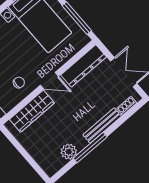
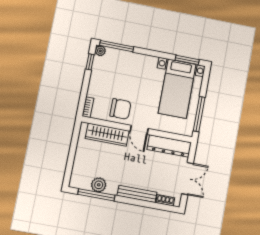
chair: (19, 83) -> (120, 109), width x1.87, depth x1.87
window: (90, 148) -> (96, 195), moved

